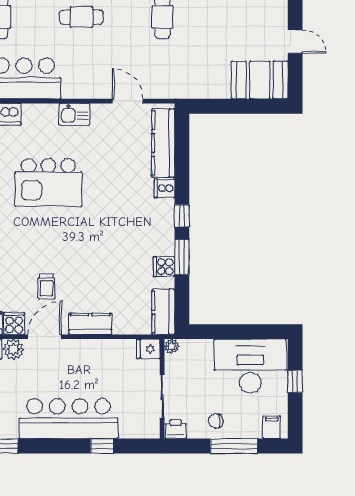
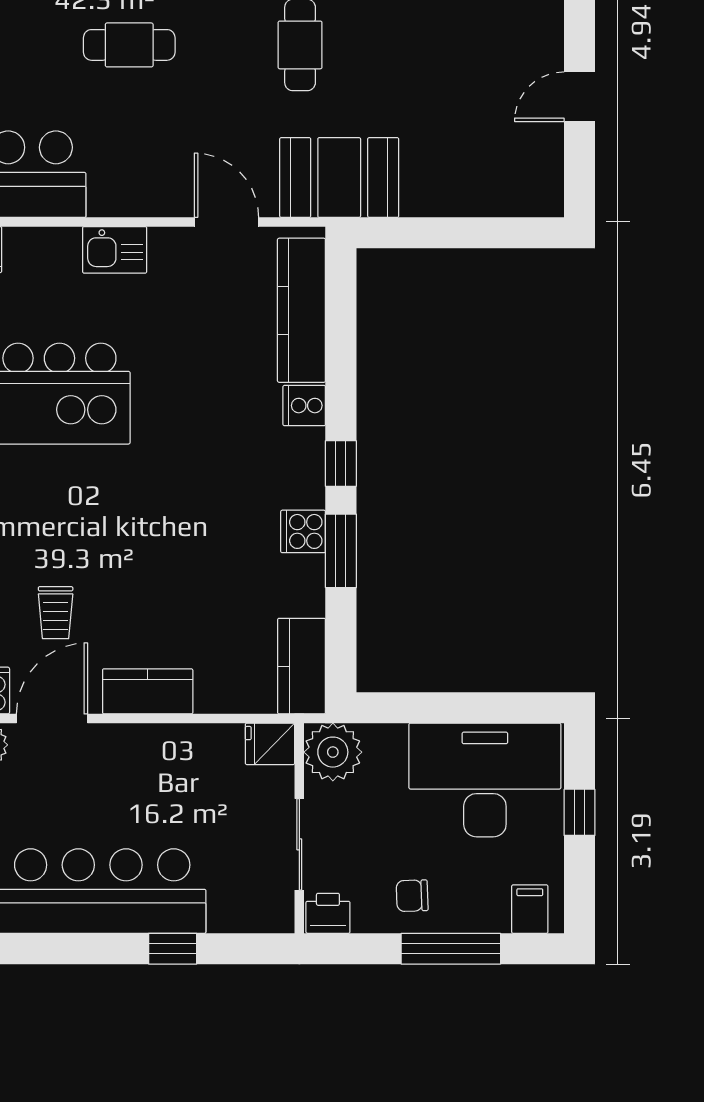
door: (295, 42) -> (580, 97), swing flipped
booth: (260, 80) -> (339, 177), moved
cooker: (164, 267) -> (303, 531), moved
plant: (172, 346) -> (333, 752), width x1.87, depth x1.87

